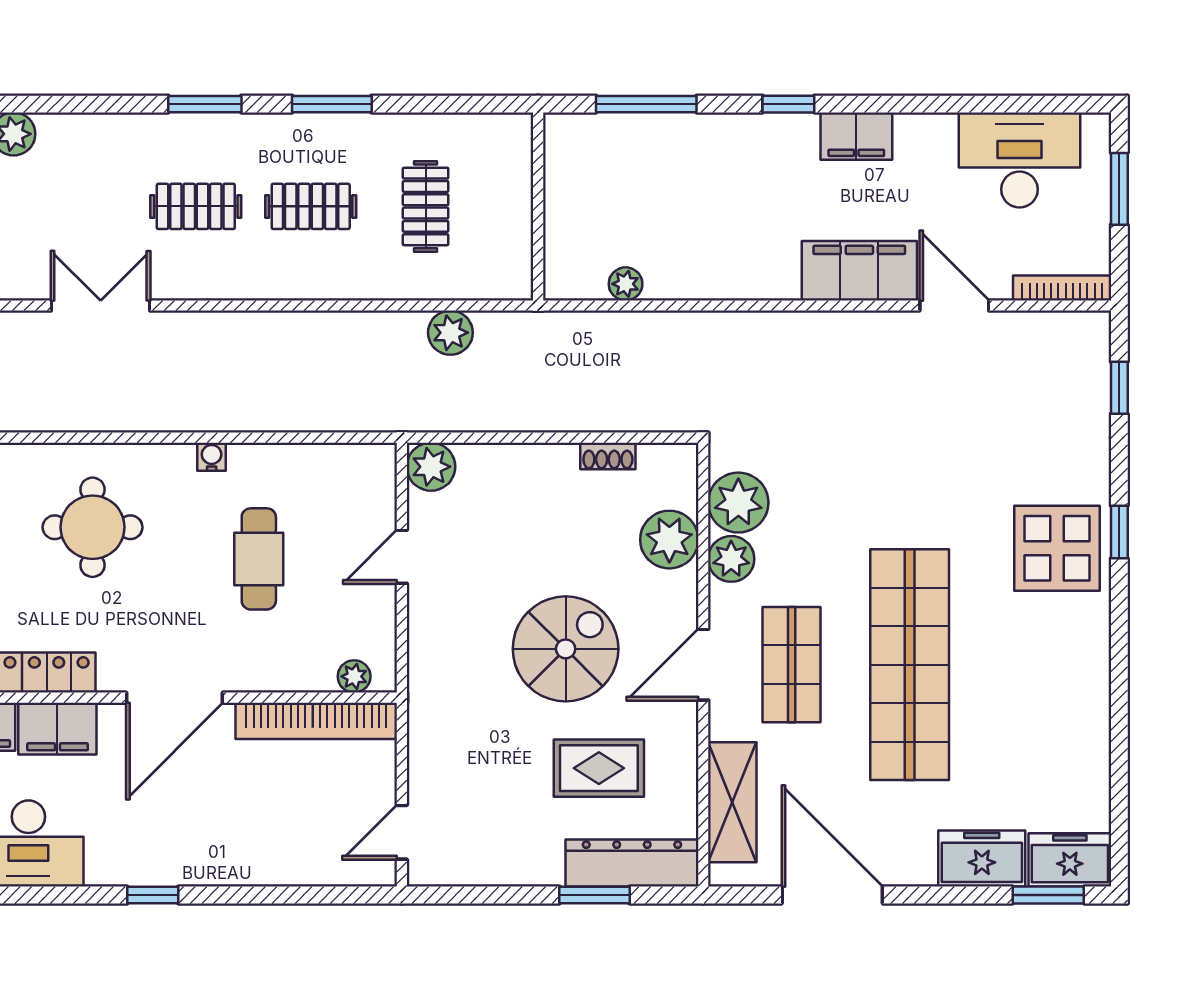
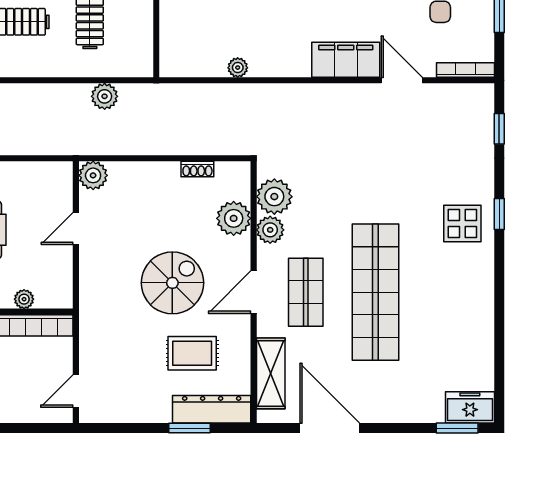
plant: (626, 284) -> (238, 68), moved
display table: (1057, 548) -> (462, 224), width x0.73, depth x0.73
plant: (354, 676) -> (24, 299), moved
freezer: (982, 859) -> (418, 407), removed

